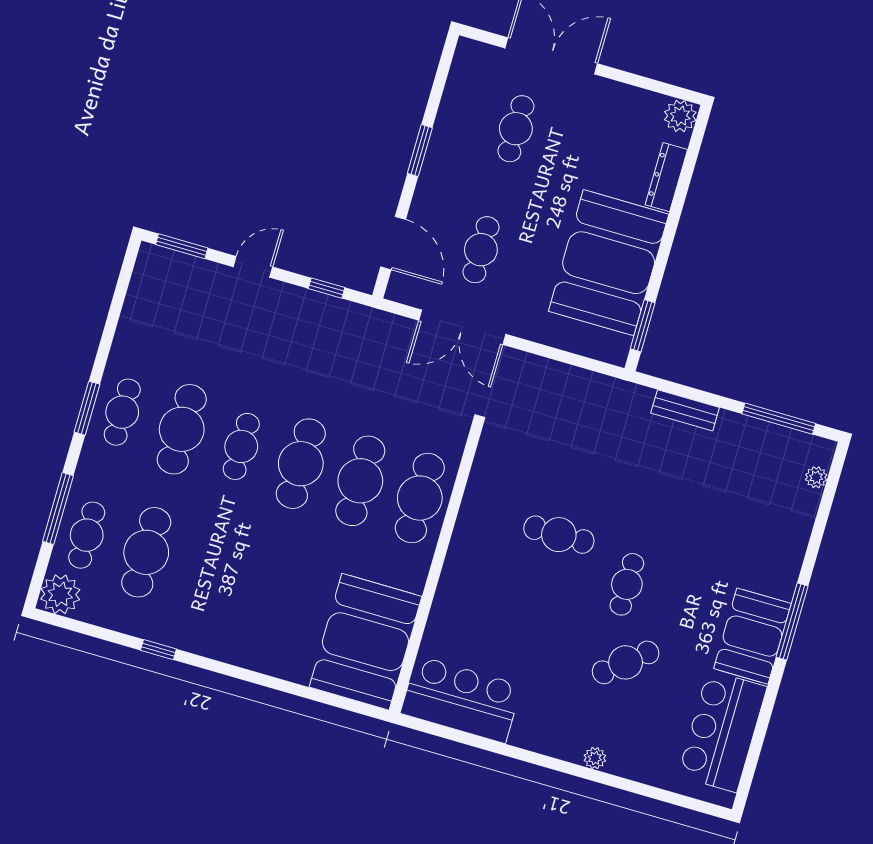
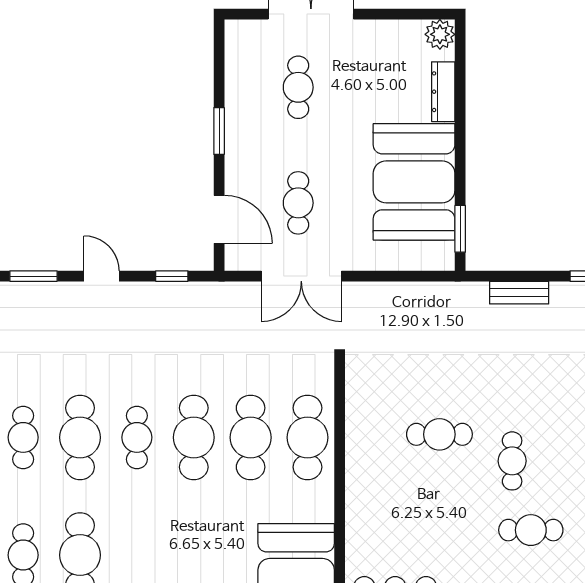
door: (253, 267) -> (101, 276), hinge flipped
cafe table: (626, 662) -> (531, 530), turned 40

